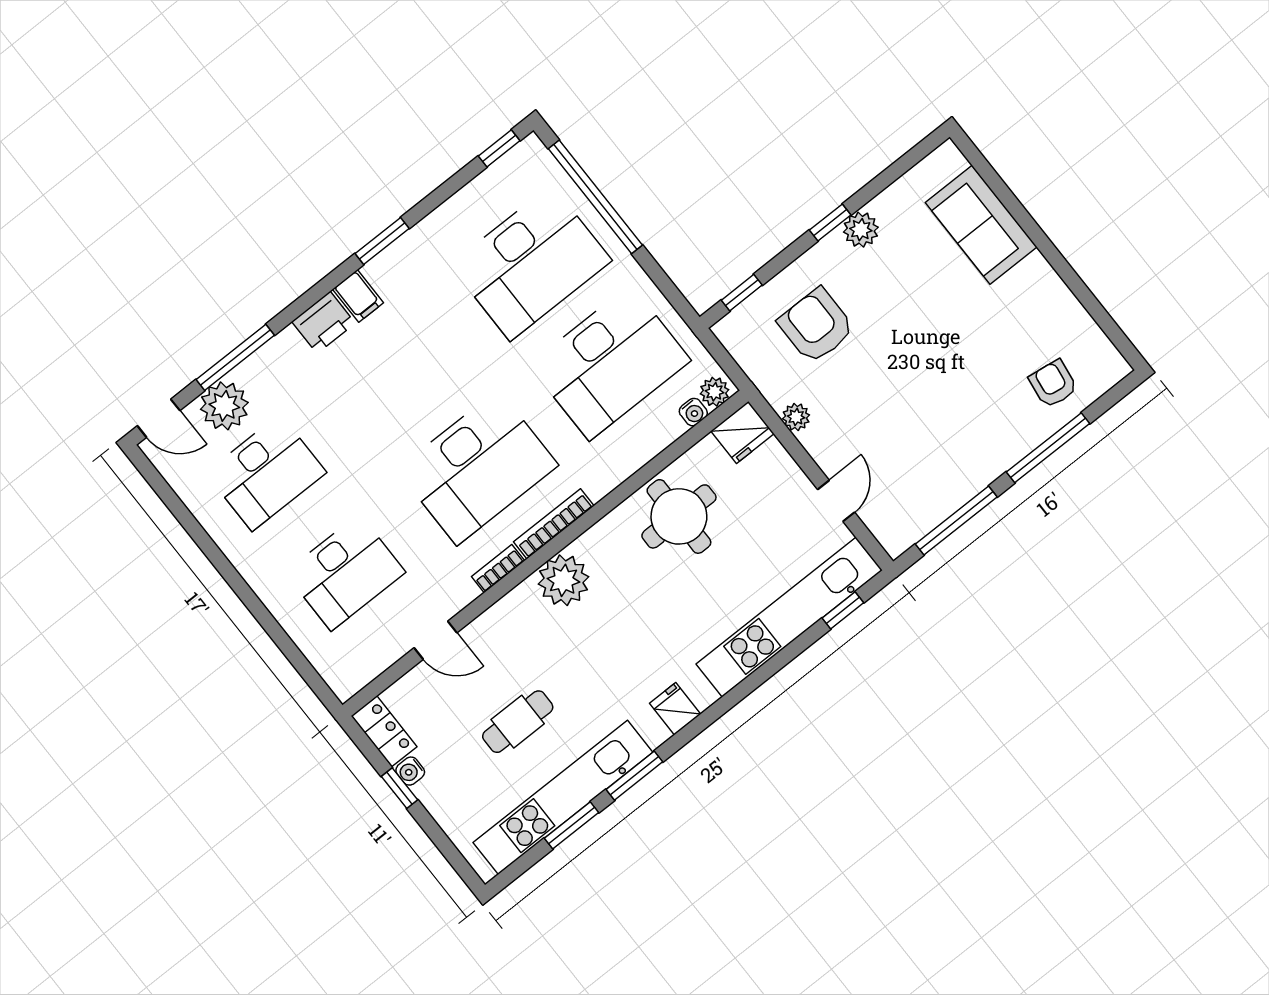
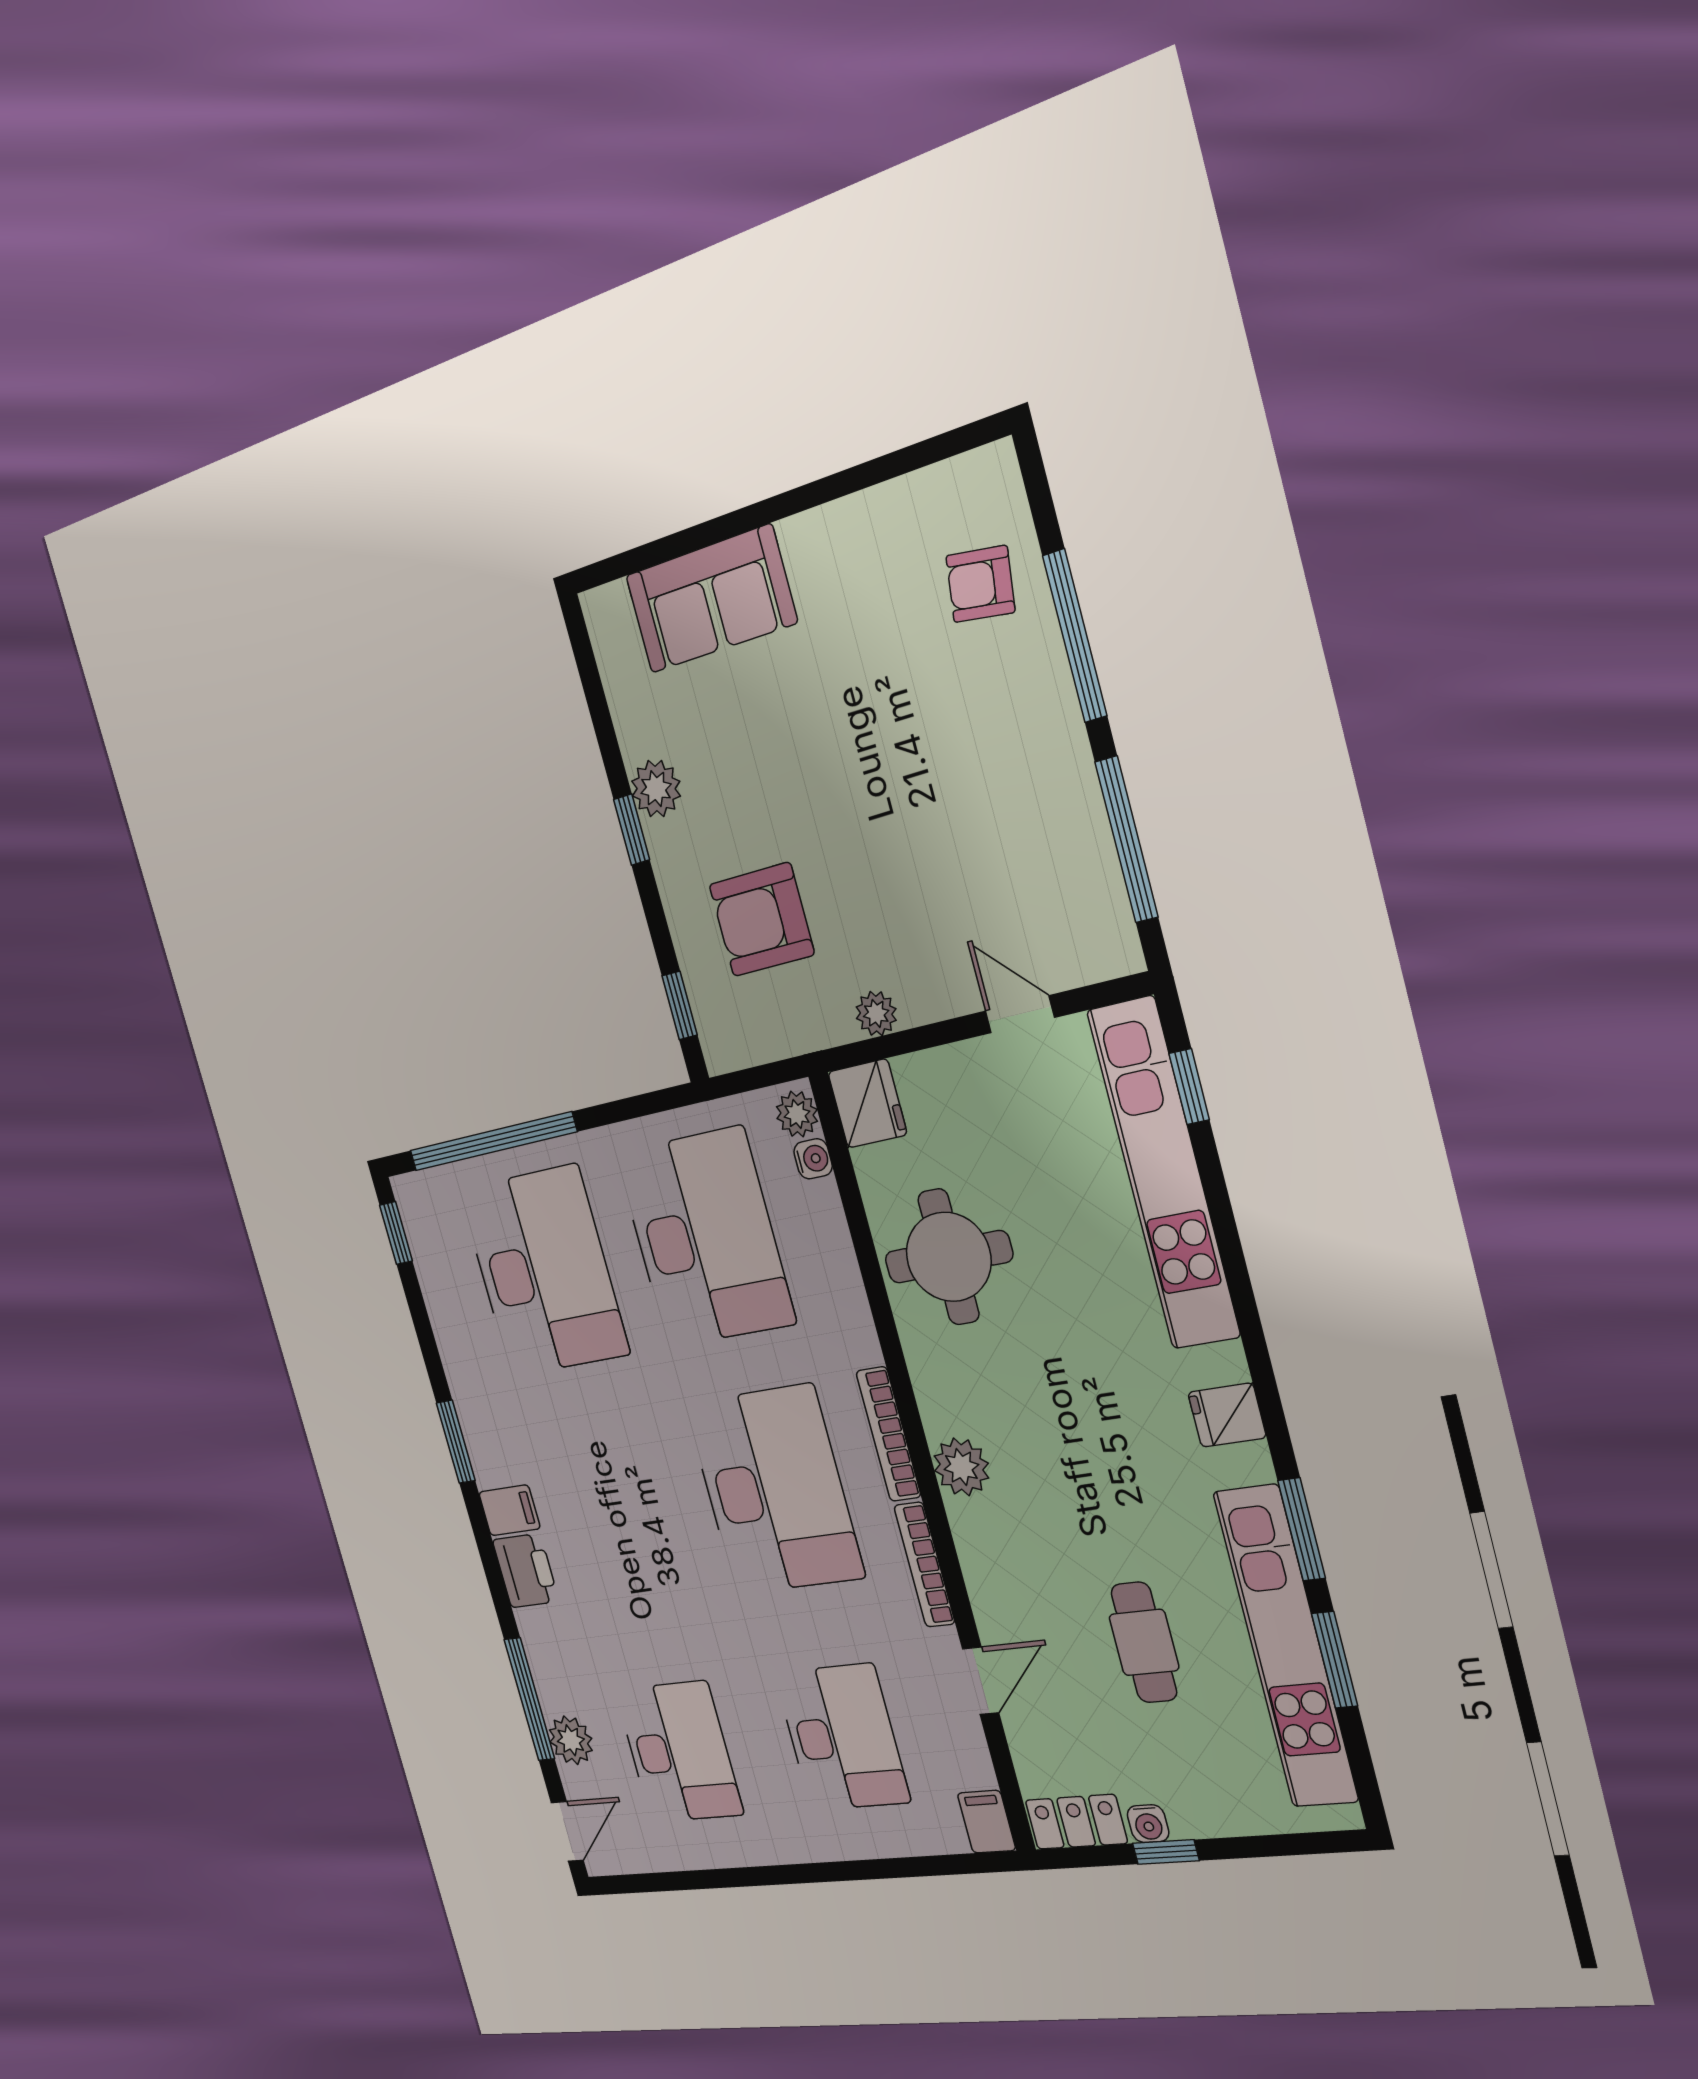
plant: (224, 406) -> (571, 1740), width x0.73, depth x0.73
bookcase: (498, 569) -> (924, 1565), width x1.56
plant: (563, 580) -> (961, 1467), width x0.73, depth x0.73
filing cabinet: (349, 681) -> (987, 1822), added

